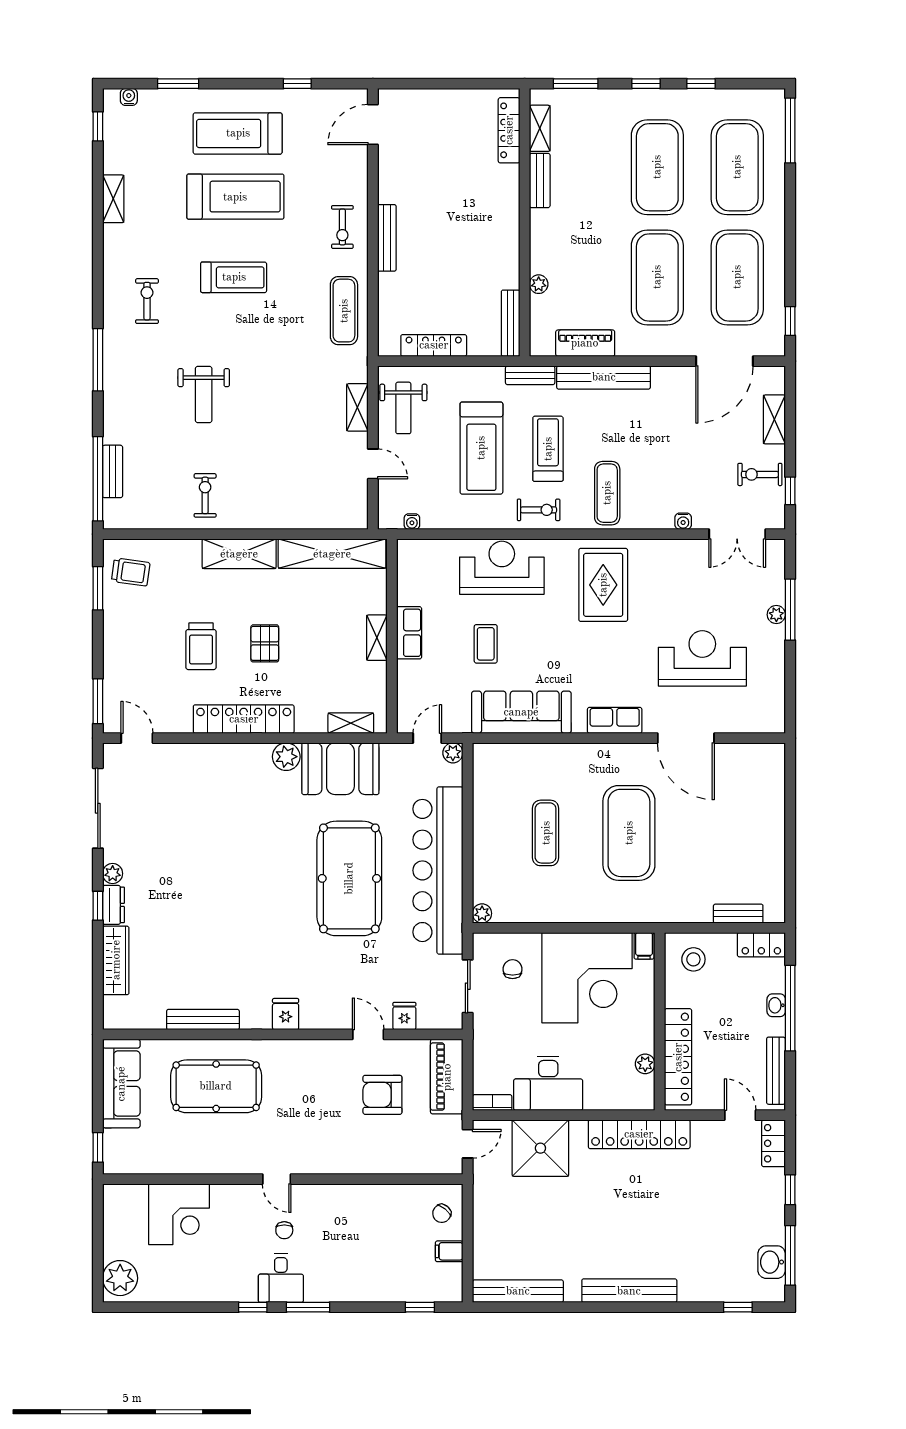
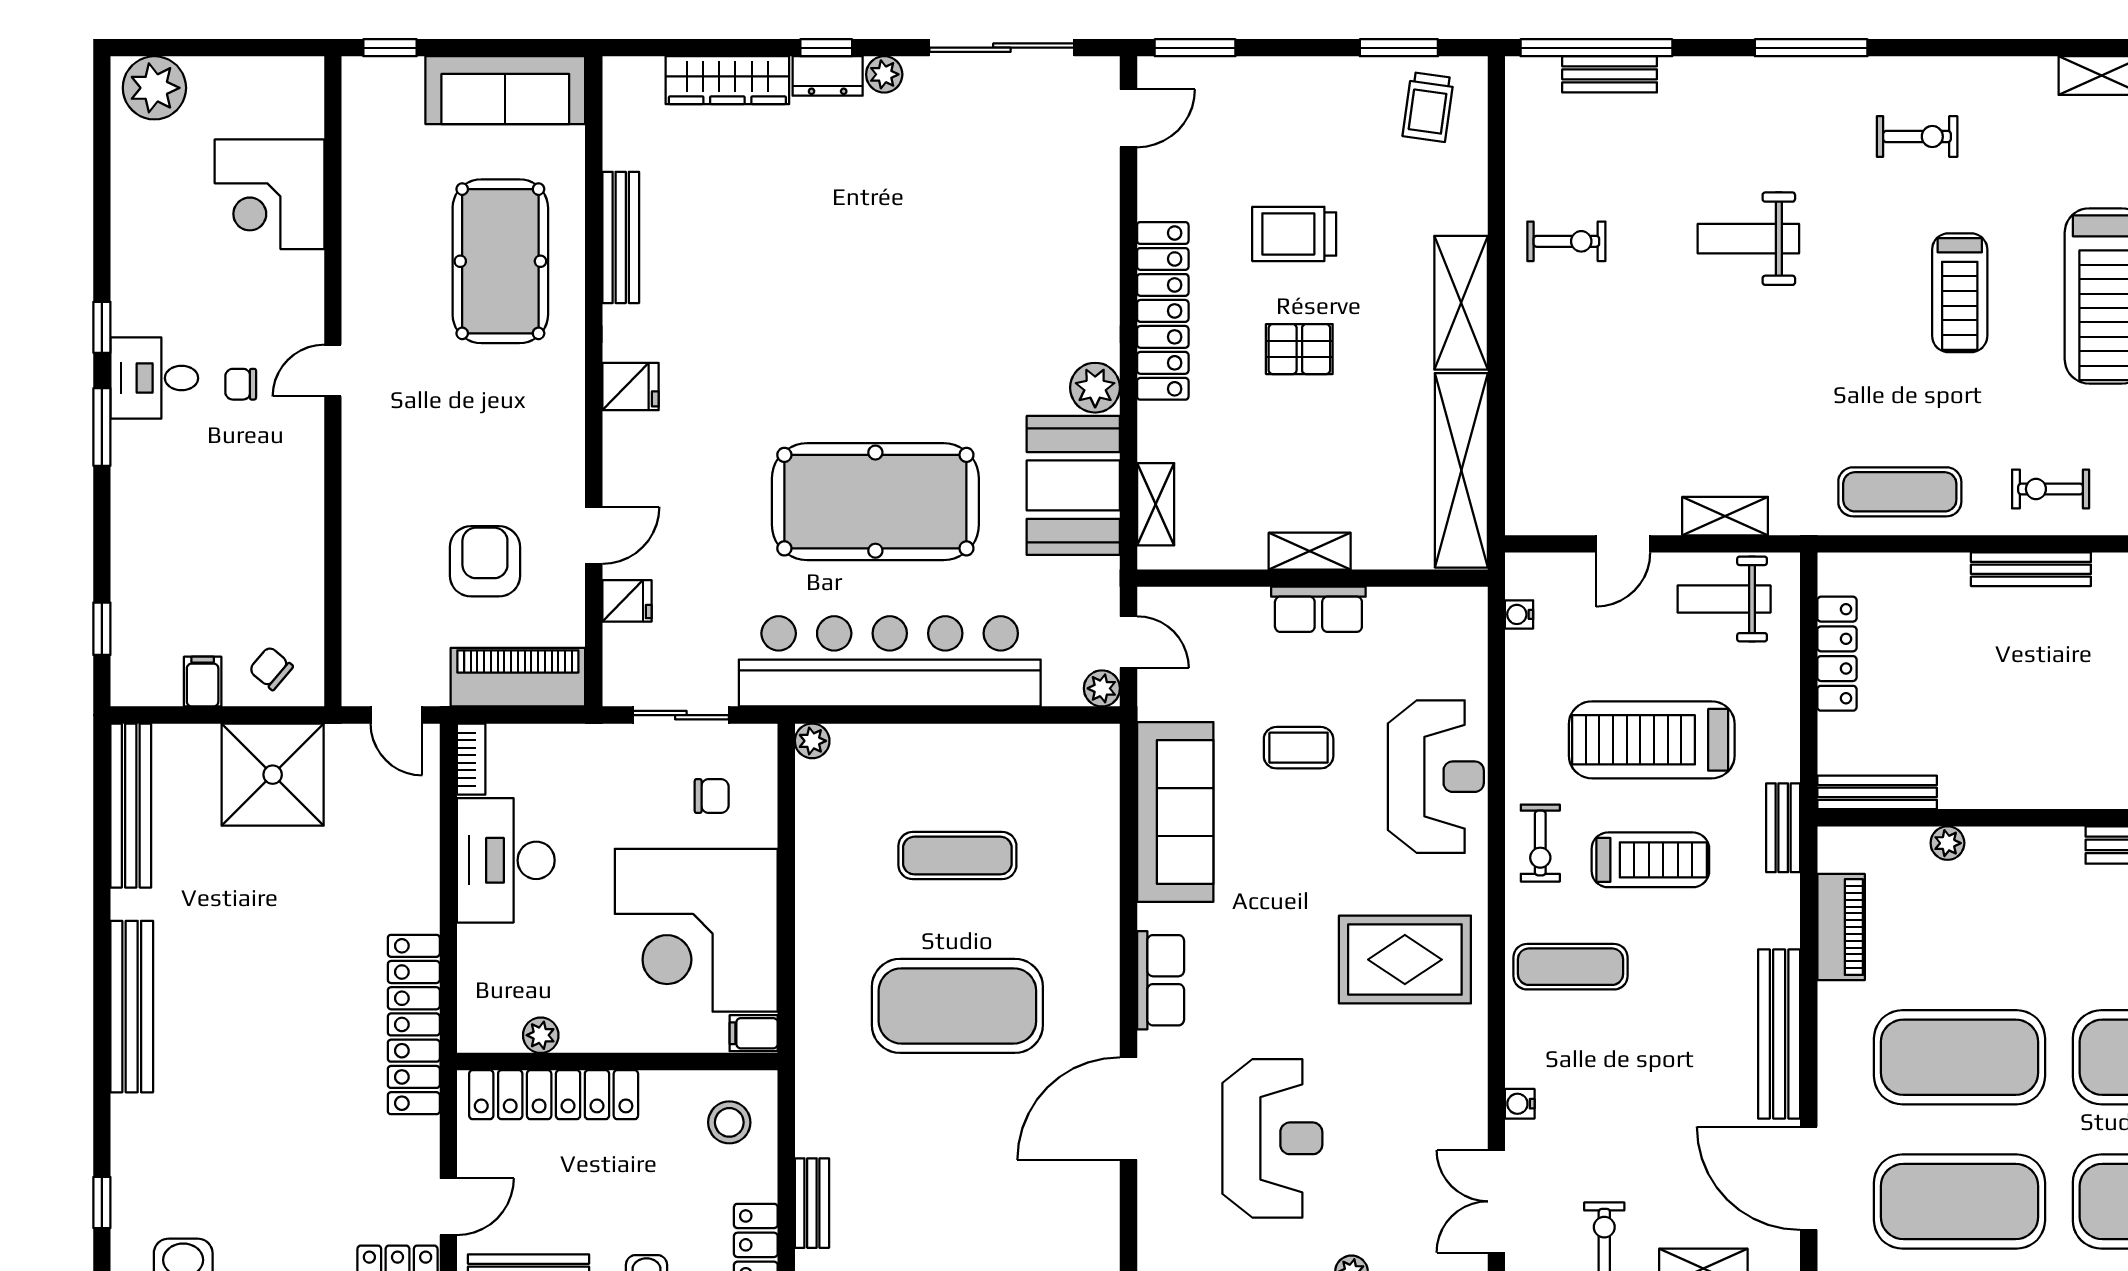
bench: (604, 377) -> (1779, 1034), moved
shower: (540, 1148) -> (273, 775), moved

